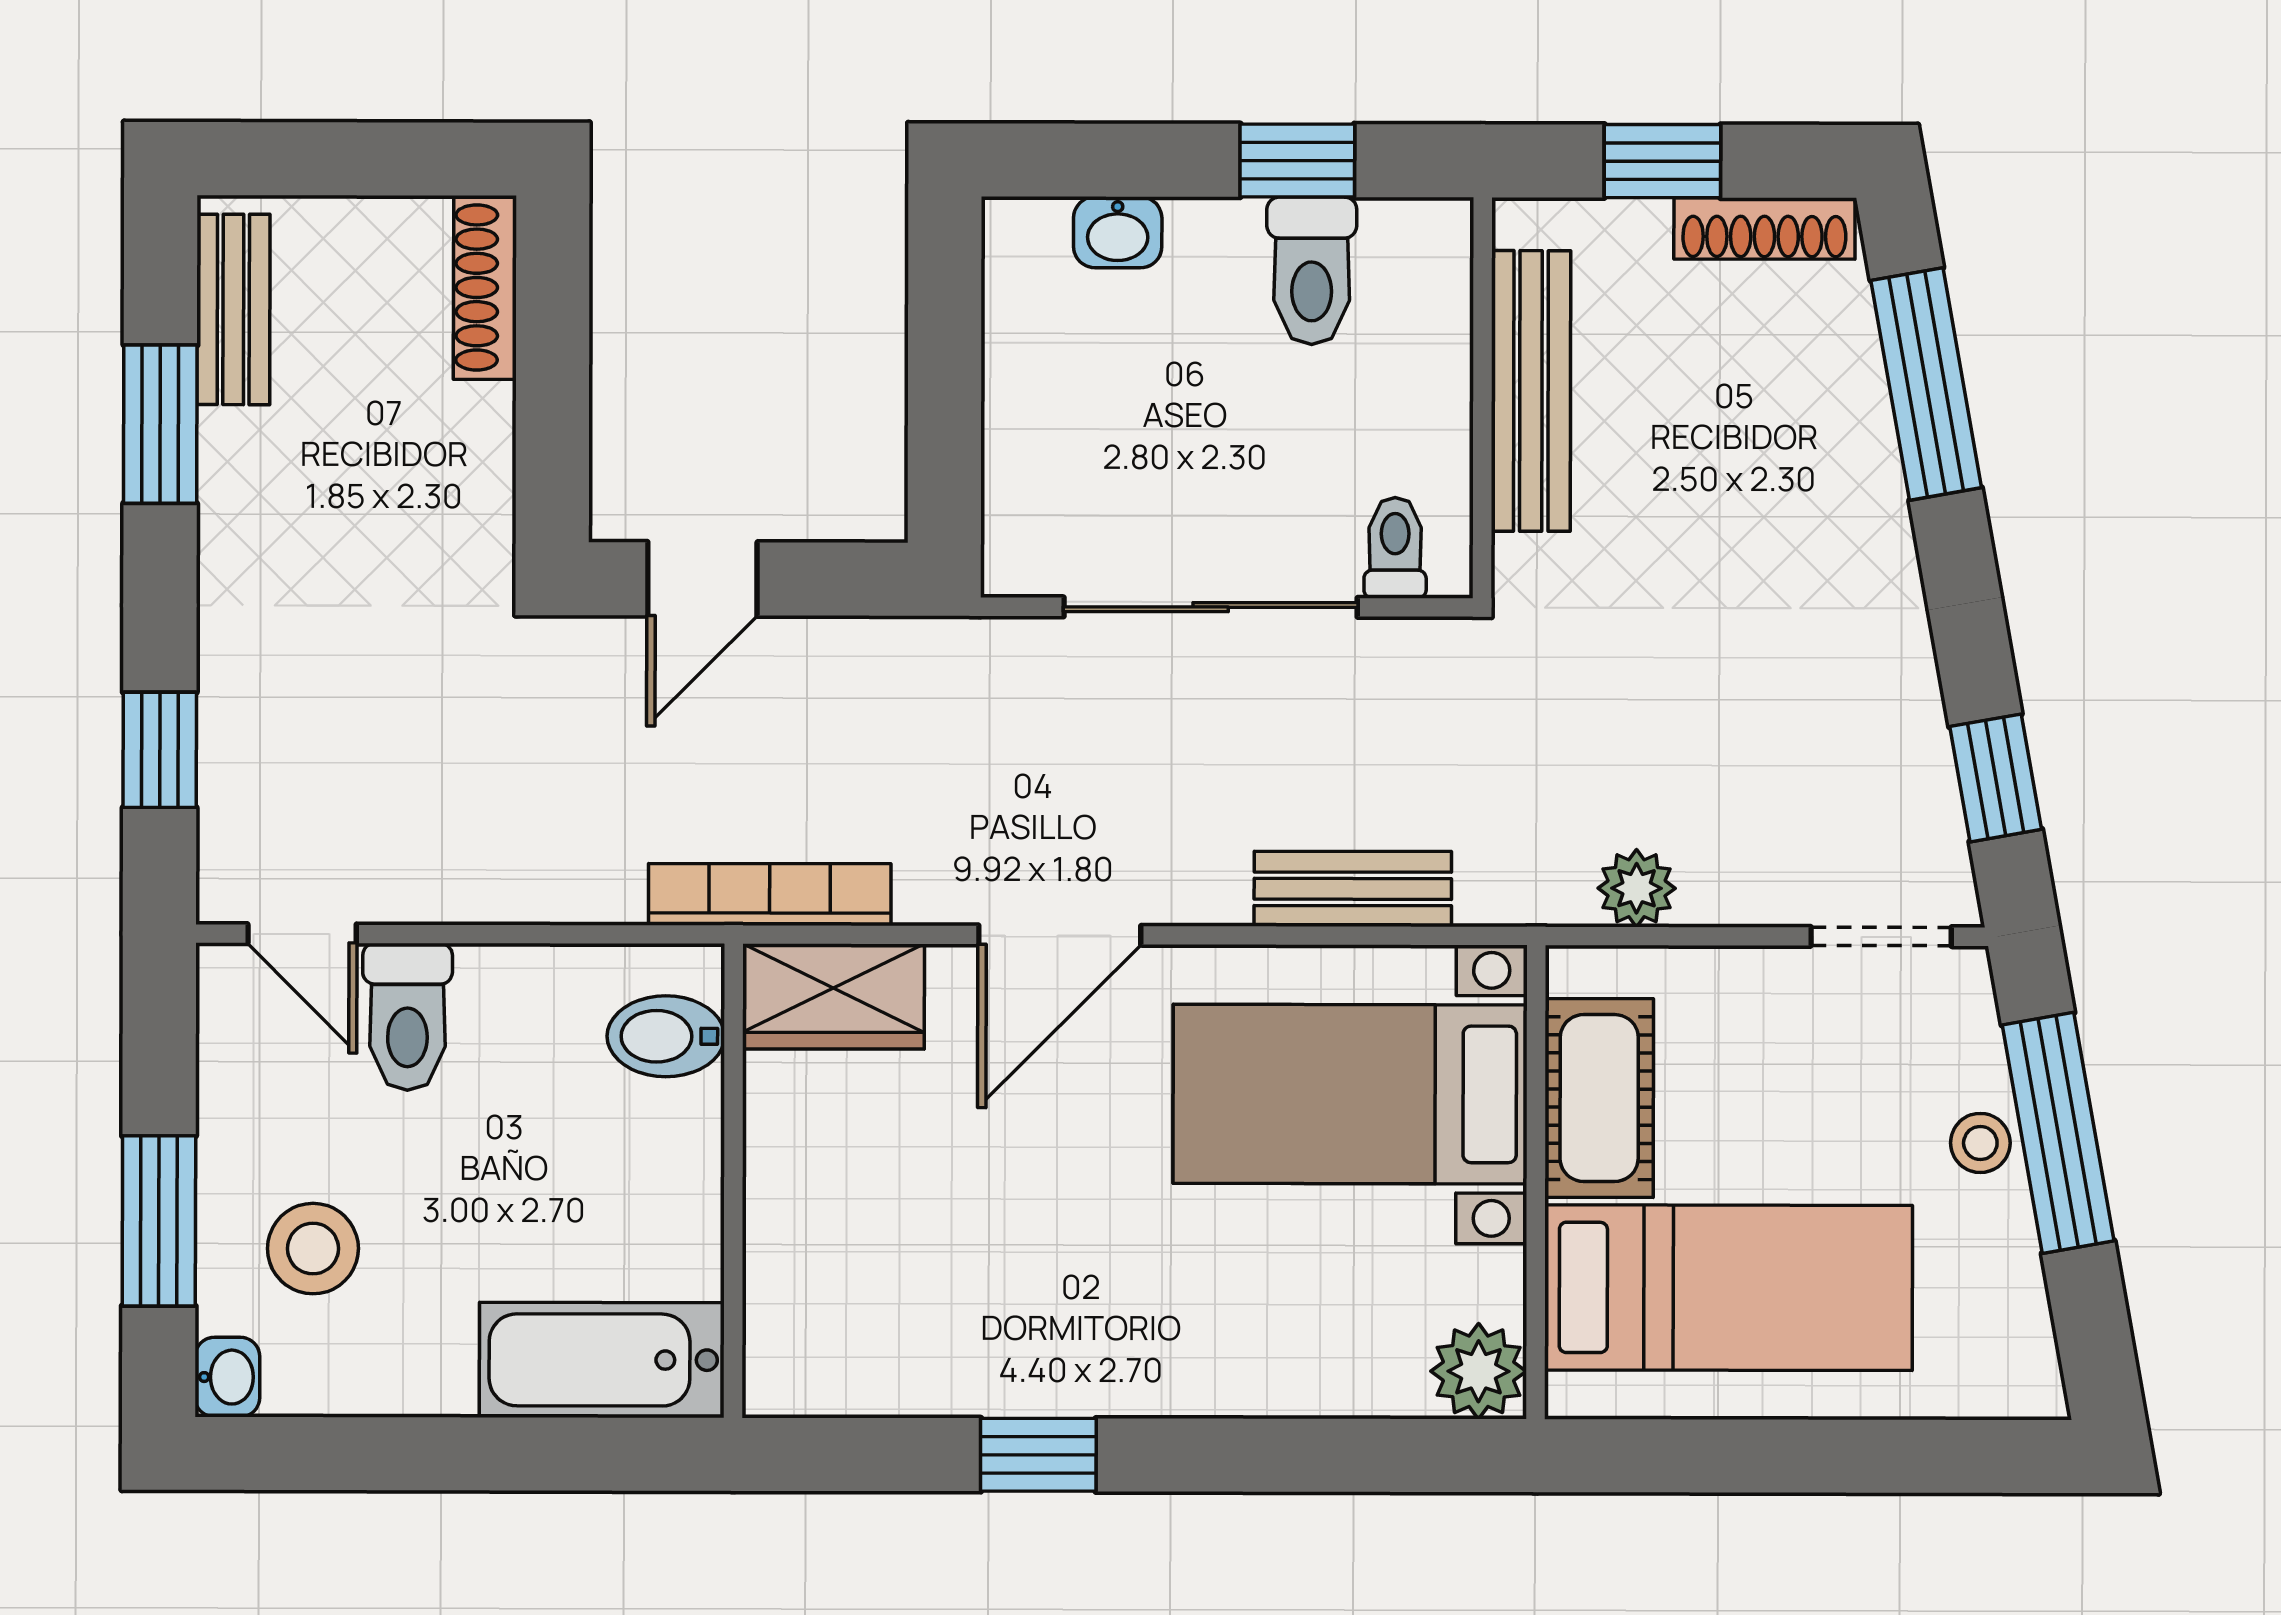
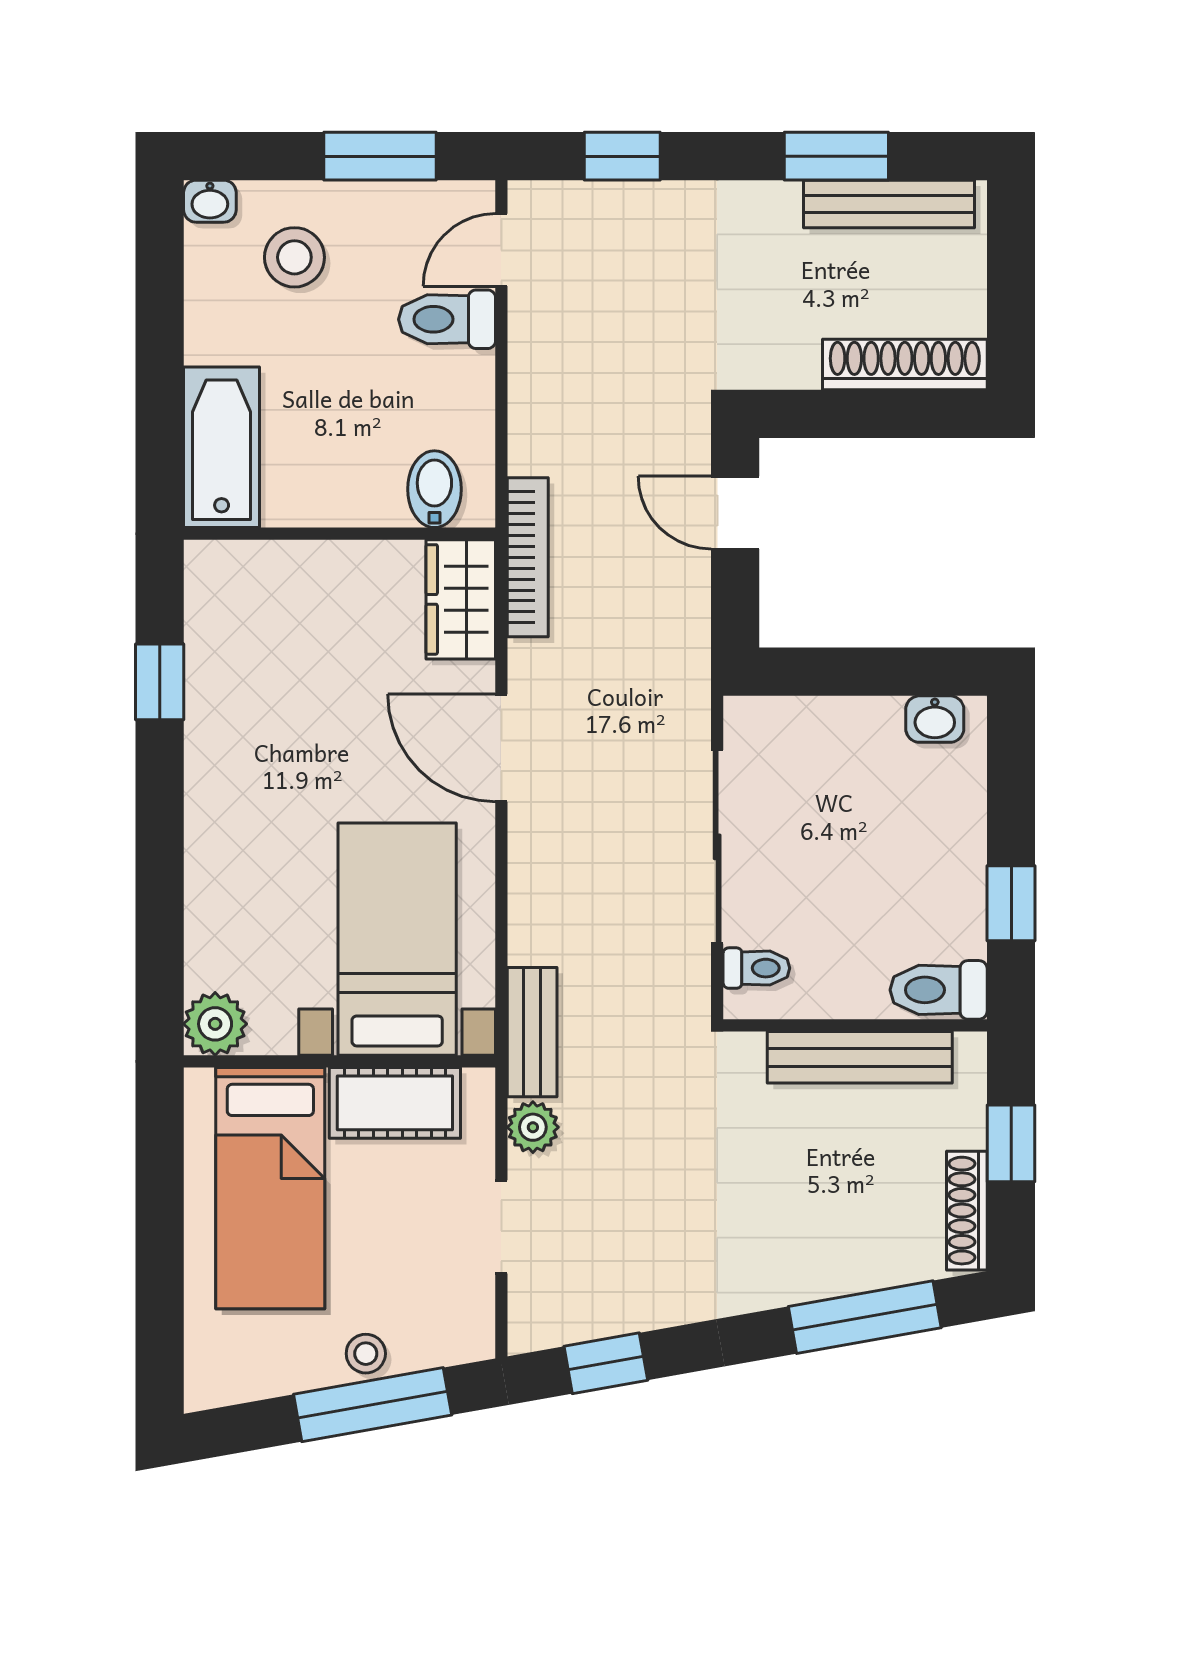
washbasin: (1118, 232) -> (935, 719), moved, turned -90
toilet: (1312, 271) -> (939, 990), moved
shoe rack: (485, 287) -> (905, 364), width x1.36, depth x1.24
bench: (233, 309) -> (889, 204), width x1.36
bench: (1353, 889) -> (532, 1032), moved
doorway: (1881, 937) -> (501, 1227), moved
window: (159, 1221) -> (380, 156), moved
window: (1038, 1455) -> (160, 682), moved

